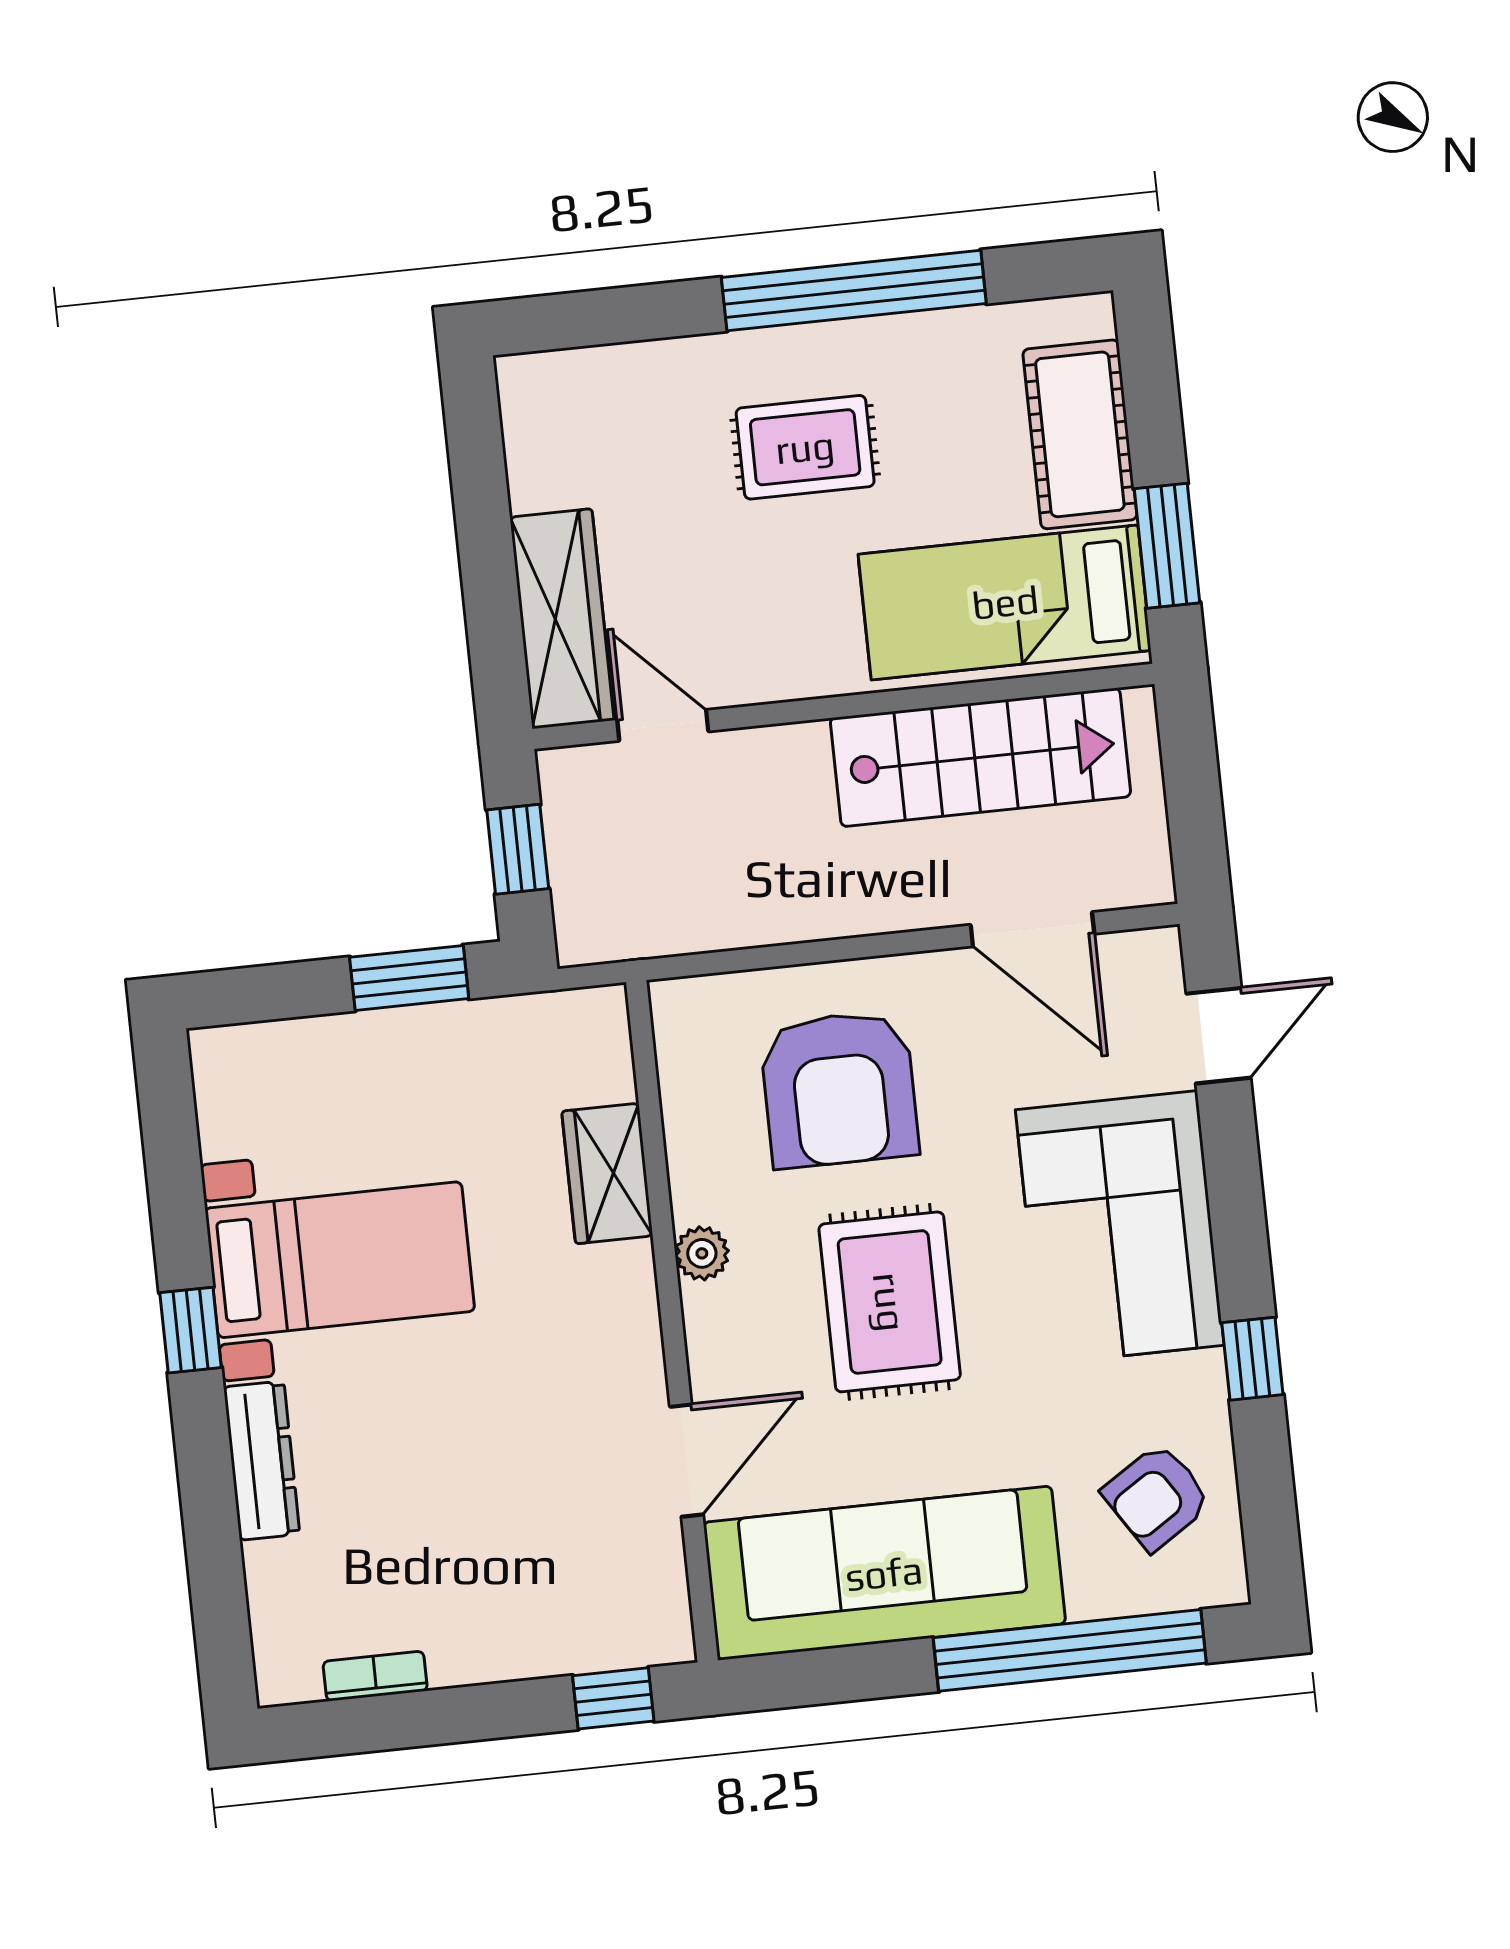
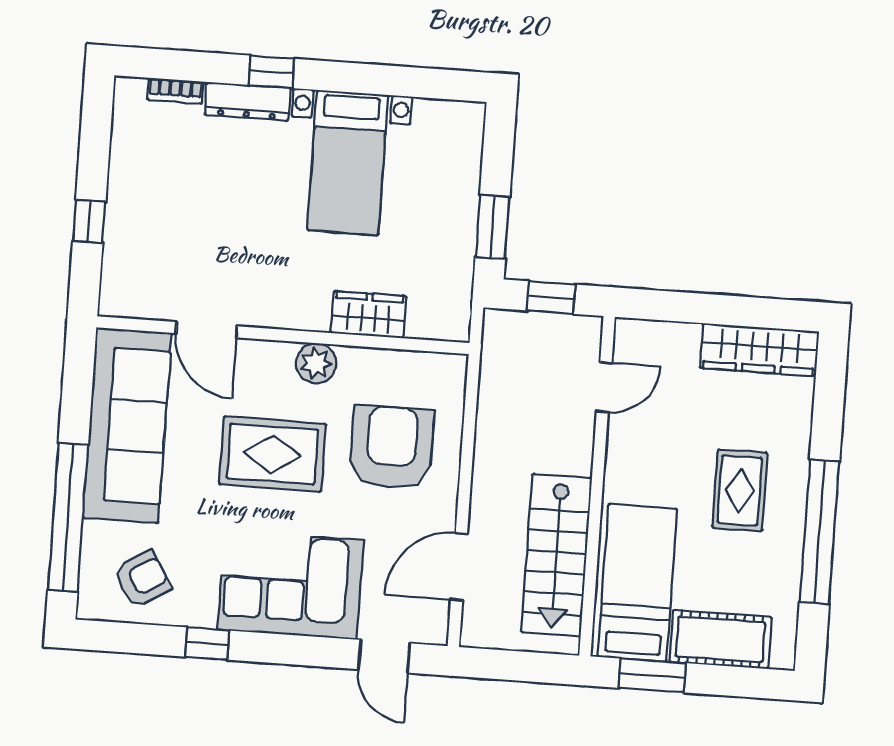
wardrobe: (562, 619) -> (760, 350), moved
armchair: (839, 1089) -> (392, 447), turned 90
plant: (702, 1253) -> (316, 363), width x1.38, depth x1.38
window: (191, 1330) -> (272, 72), moved
armchair: (1157, 1497) -> (142, 579), turned 92
bookcase: (375, 1676) -> (175, 91), moved, turned 90
window: (613, 1698) -> (89, 221), moved

